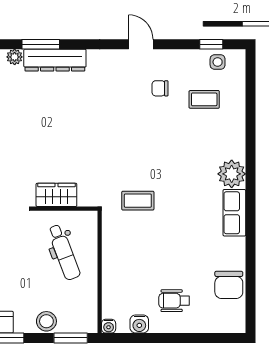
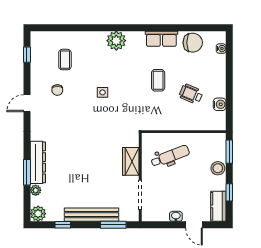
side table: (218, 62) -> (103, 92), moved
coffee table: (138, 201) -> (158, 80), moved
row of seats: (234, 213) -> (161, 39), moved
wheelchair: (174, 301) -> (191, 94), moved, turned 113
water cooler: (109, 326) -> (221, 49), moved

